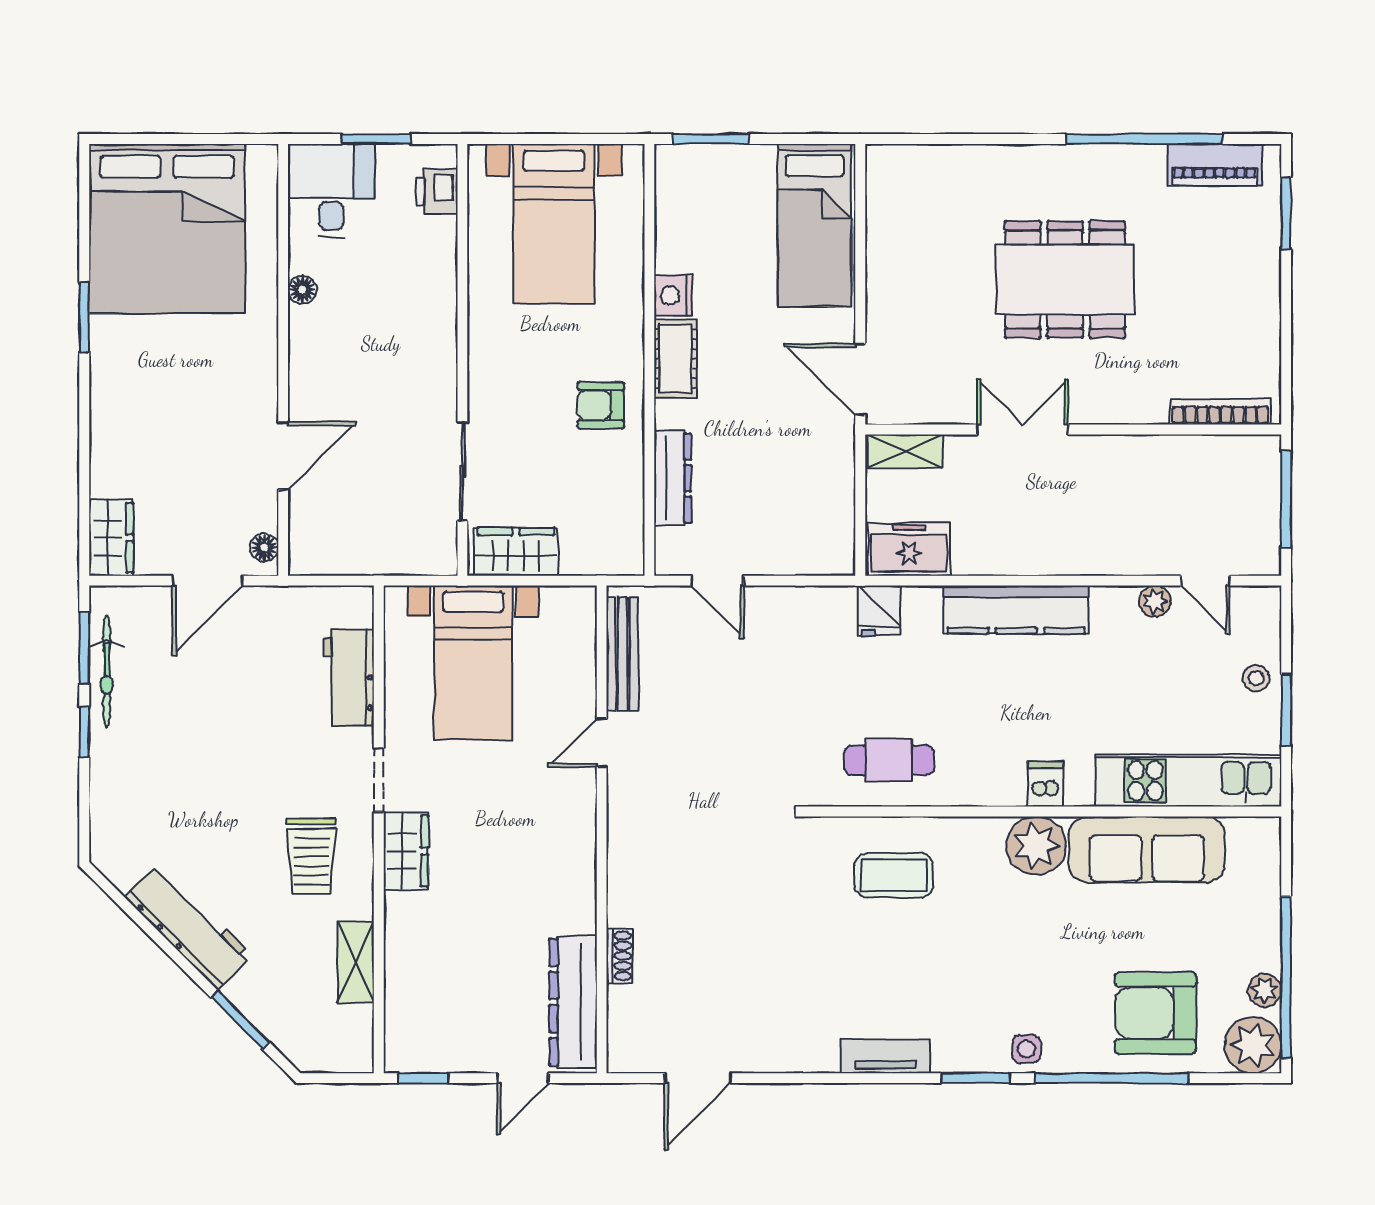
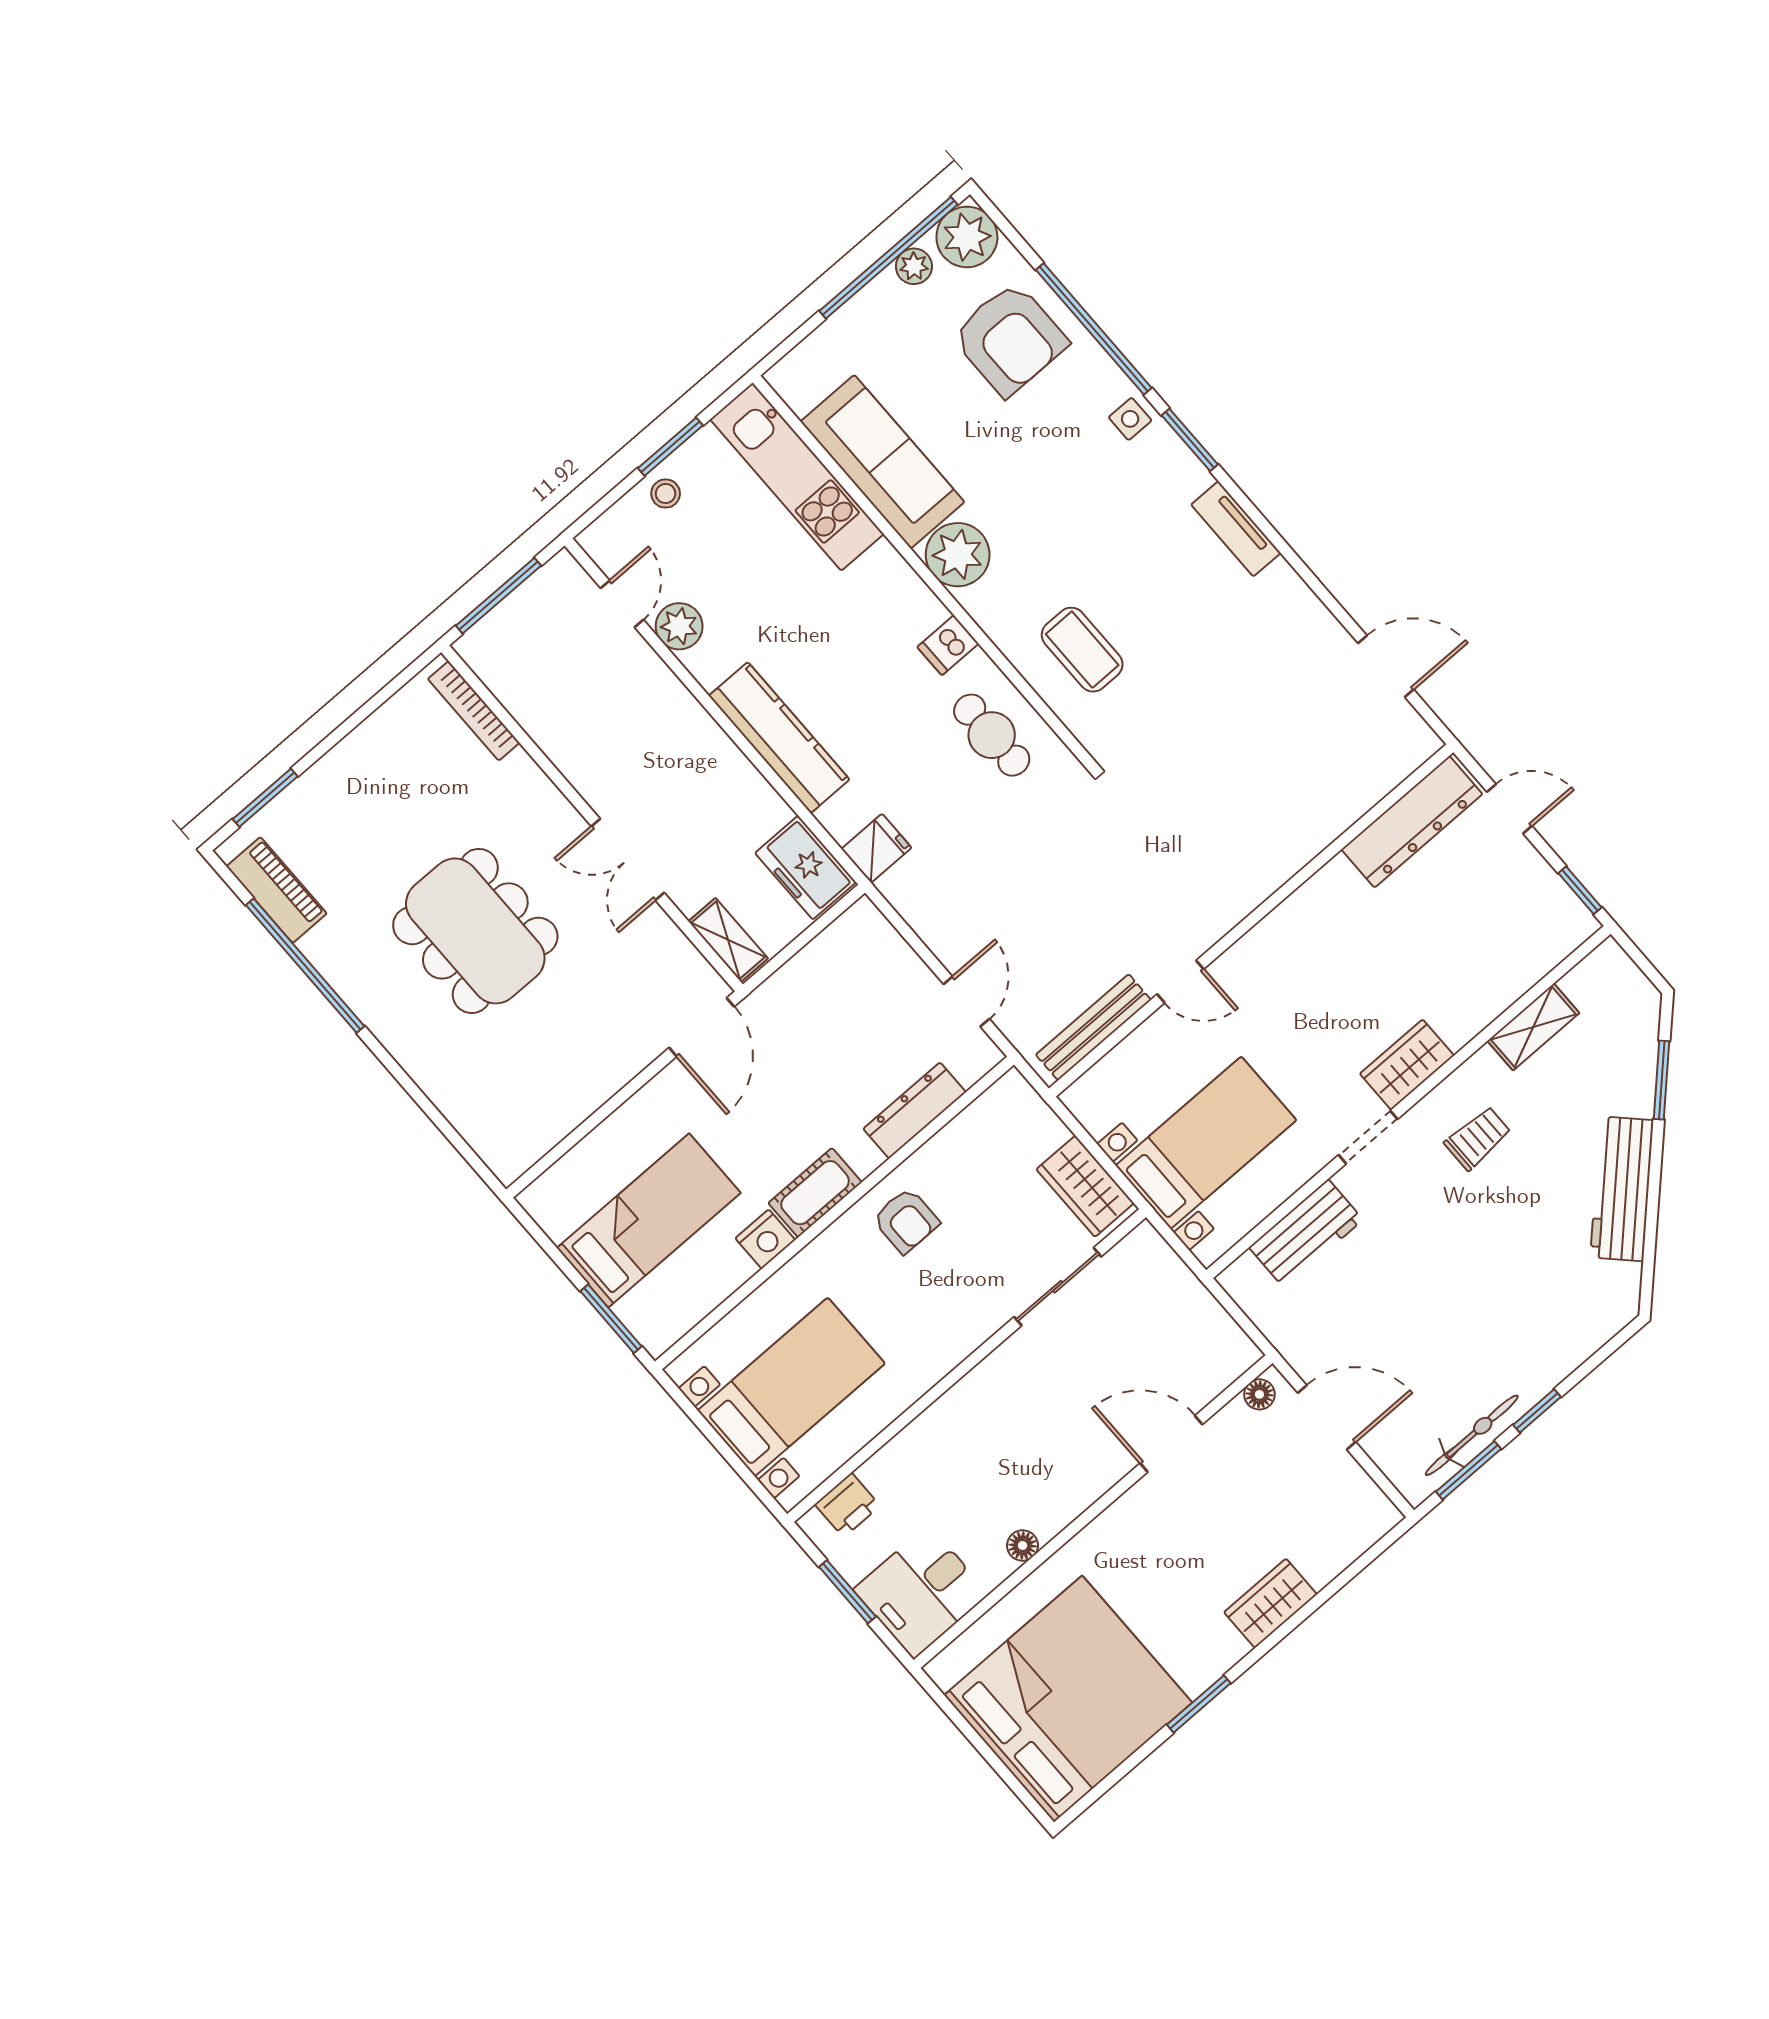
bed: (815, 225) -> (649, 1220), moved
wardrobe: (111, 538) -> (1271, 1603), moved
plant: (1155, 601) -> (679, 626), width x1.38, depth x1.38
dishwasher: (1046, 784) -> (948, 645), moved
trolley: (311, 856) -> (1478, 1138), width x0.73, depth x0.72
shoe rack: (620, 956) -> (1341, 816), removed

